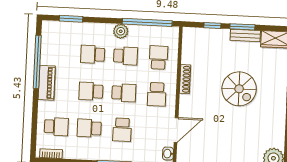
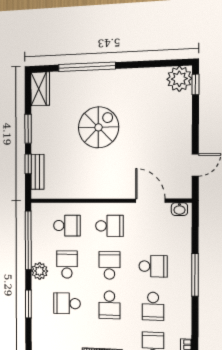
window: (71, 19) -> (28, 304), moved
bench: (245, 35) -> (37, 172), moved
school desk: (93, 54) -> (67, 303), turned 90
school desk: (158, 57) -> (67, 226), turned 180
shoe rack: (185, 79) -> (90, 193), removed

